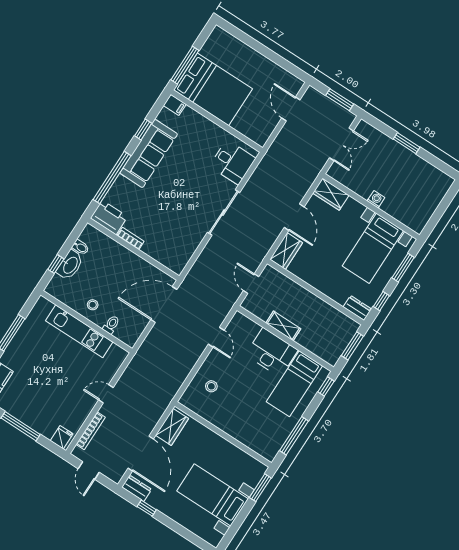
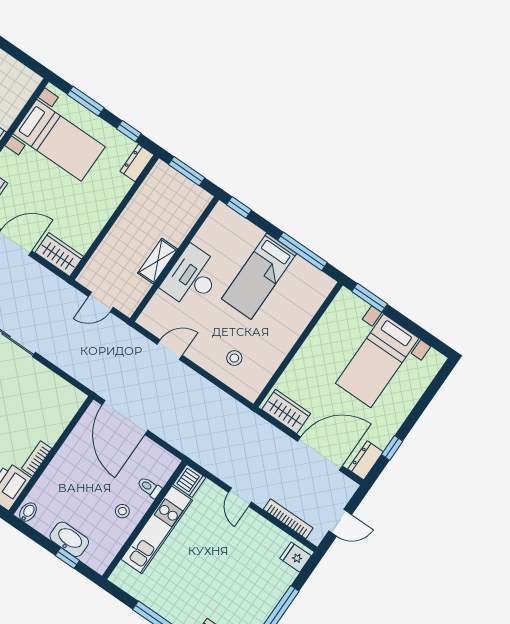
bidet: (81, 247) -> (28, 512), moved
dishwasher: (117, 355) -> (189, 481), added
bed: (294, 384) -> (259, 276), moved, turned 90

